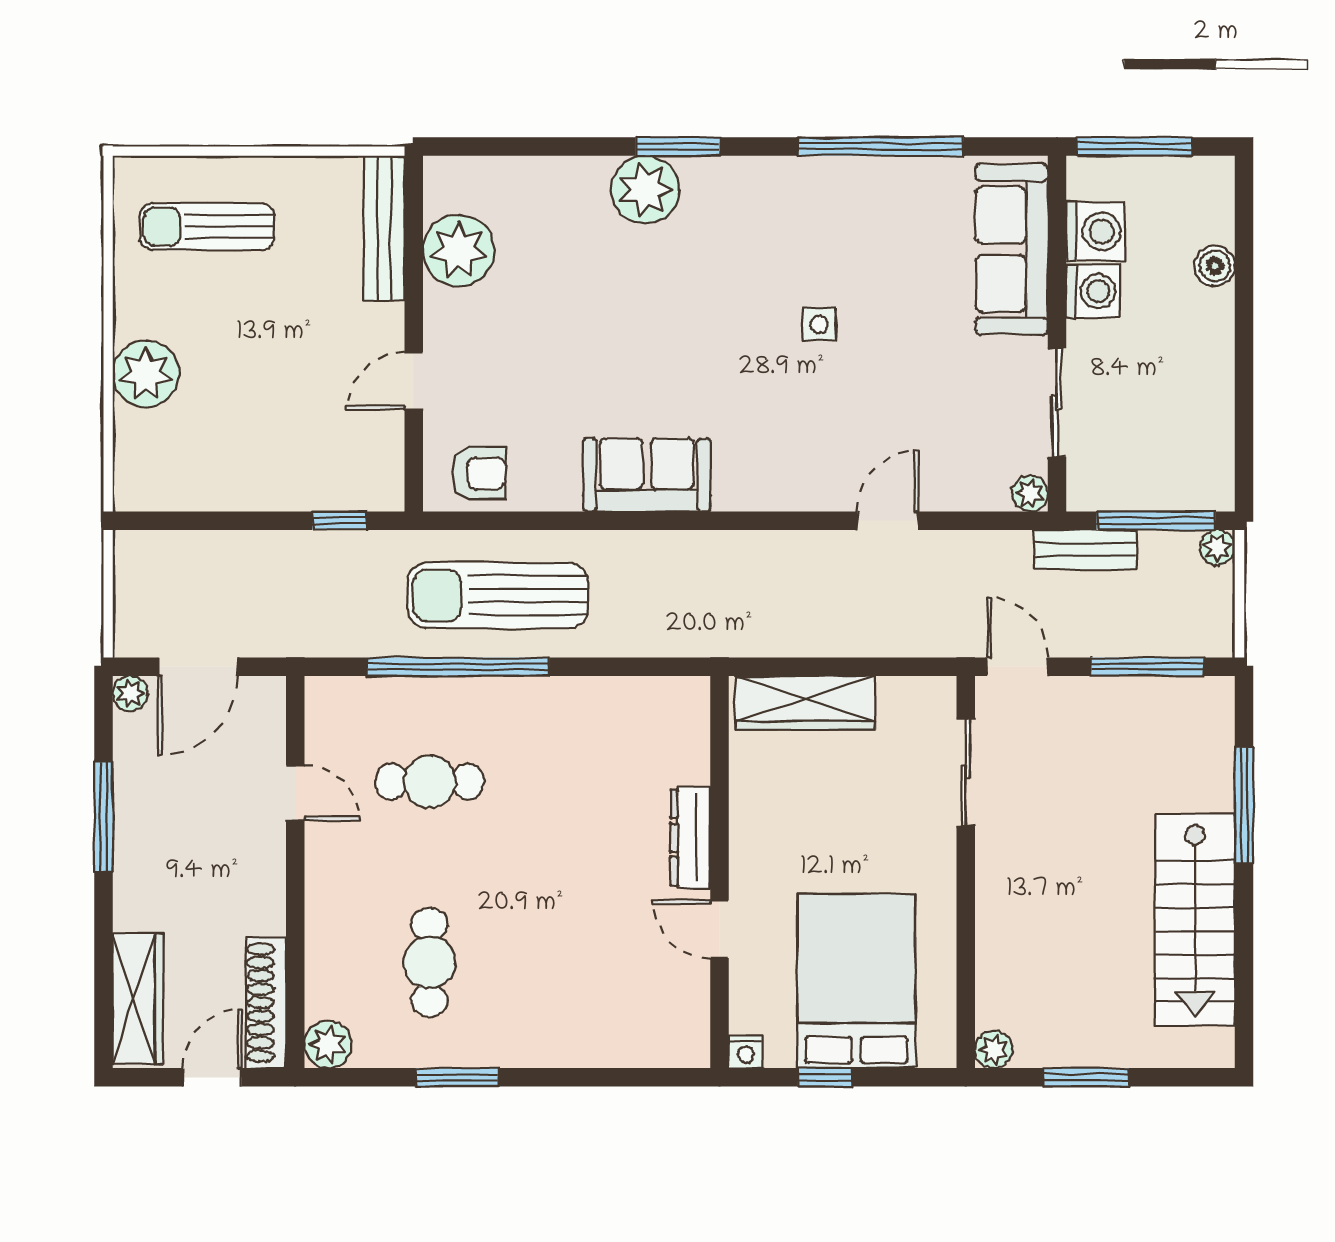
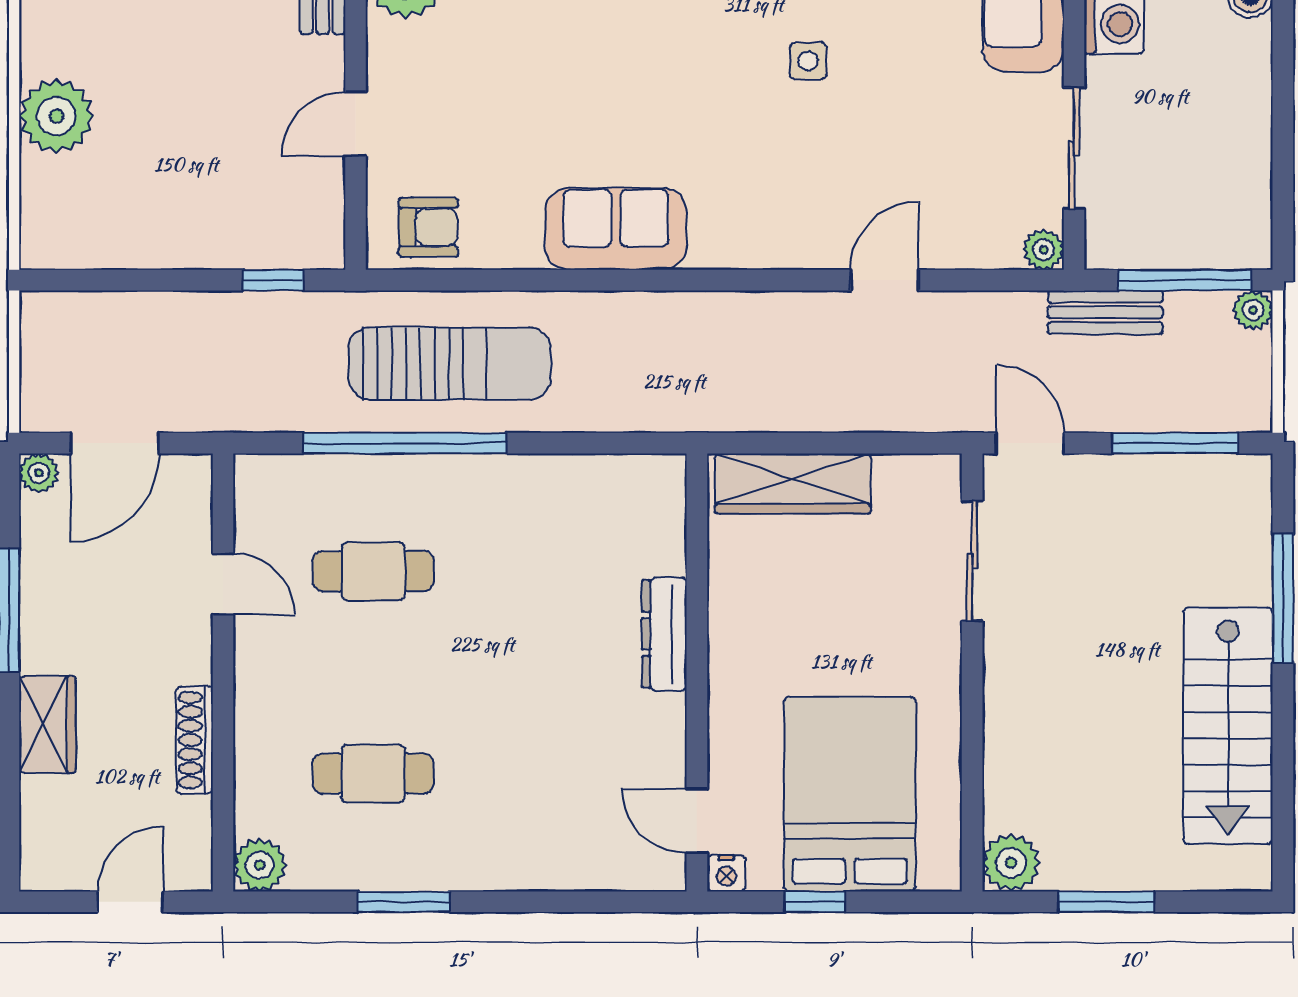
sun lounger: (498, 595) -> (449, 364), turned 180
door: (719, 929) -> (697, 821), moved
cafe table: (429, 963) -> (373, 774), turned 90
wardrobe: (138, 999) -> (47, 724), moved, width x0.67
shoe rack: (266, 1003) -> (195, 740), moved, width x0.74, depth x0.81
plant: (994, 1049) -> (1011, 863), width x1.38, depth x1.38

